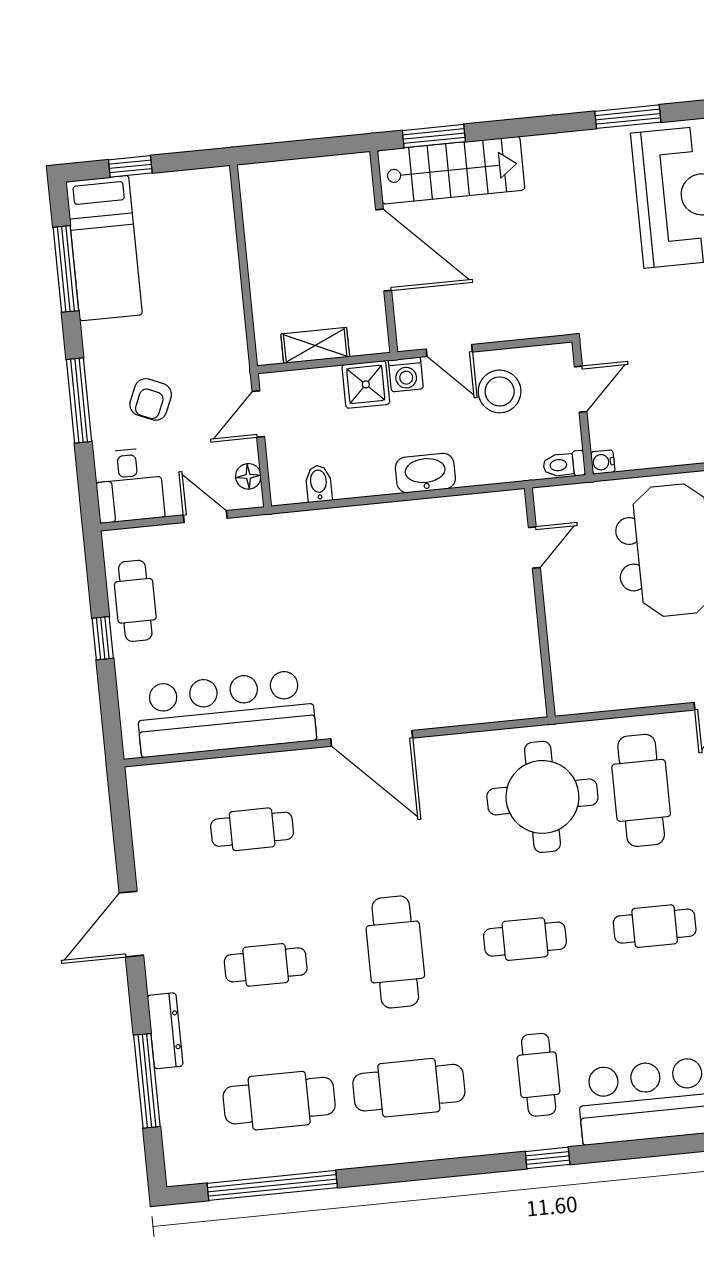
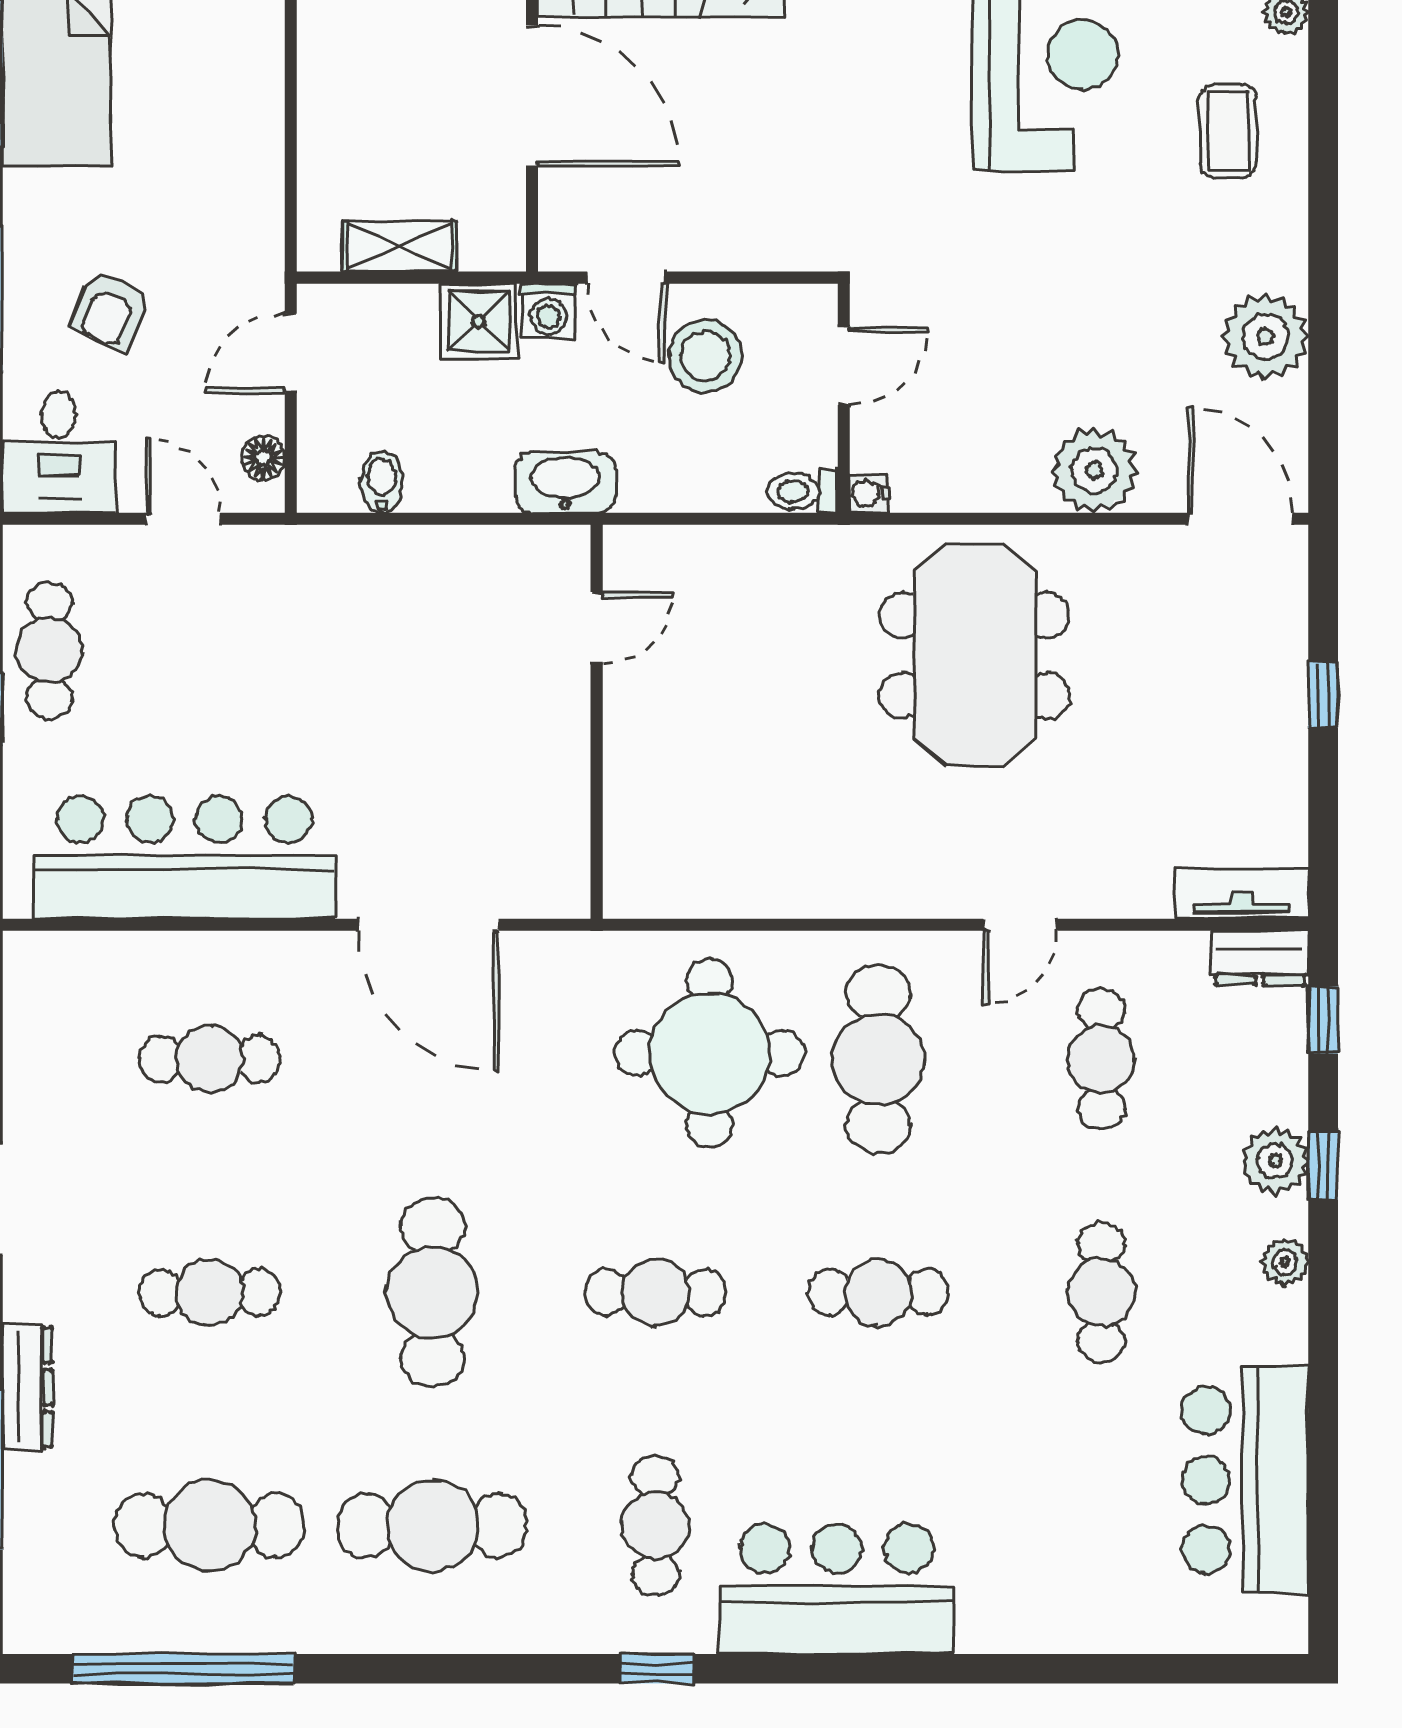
door: (534, 548) -> (597, 627), moved
wall: (540, 602) -> (597, 722), moved

